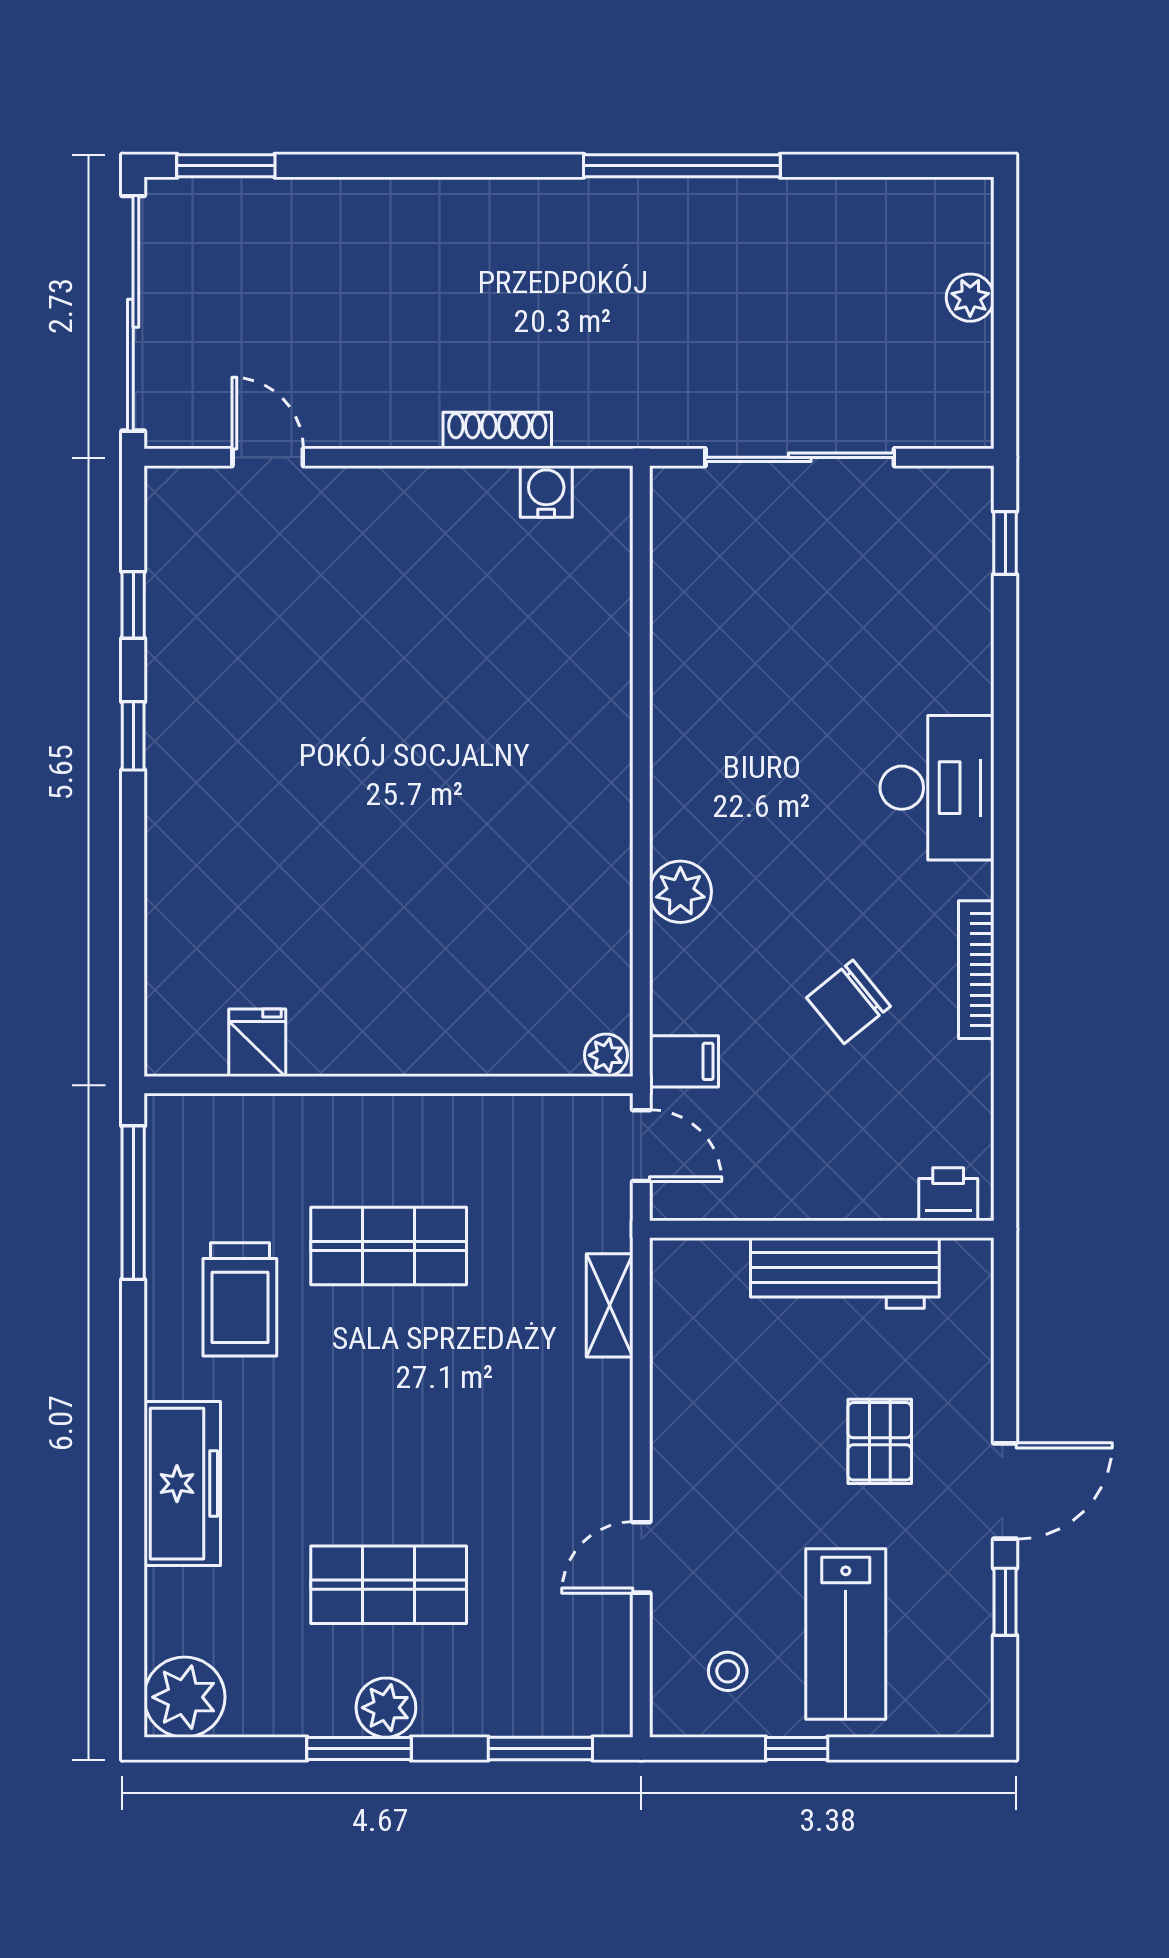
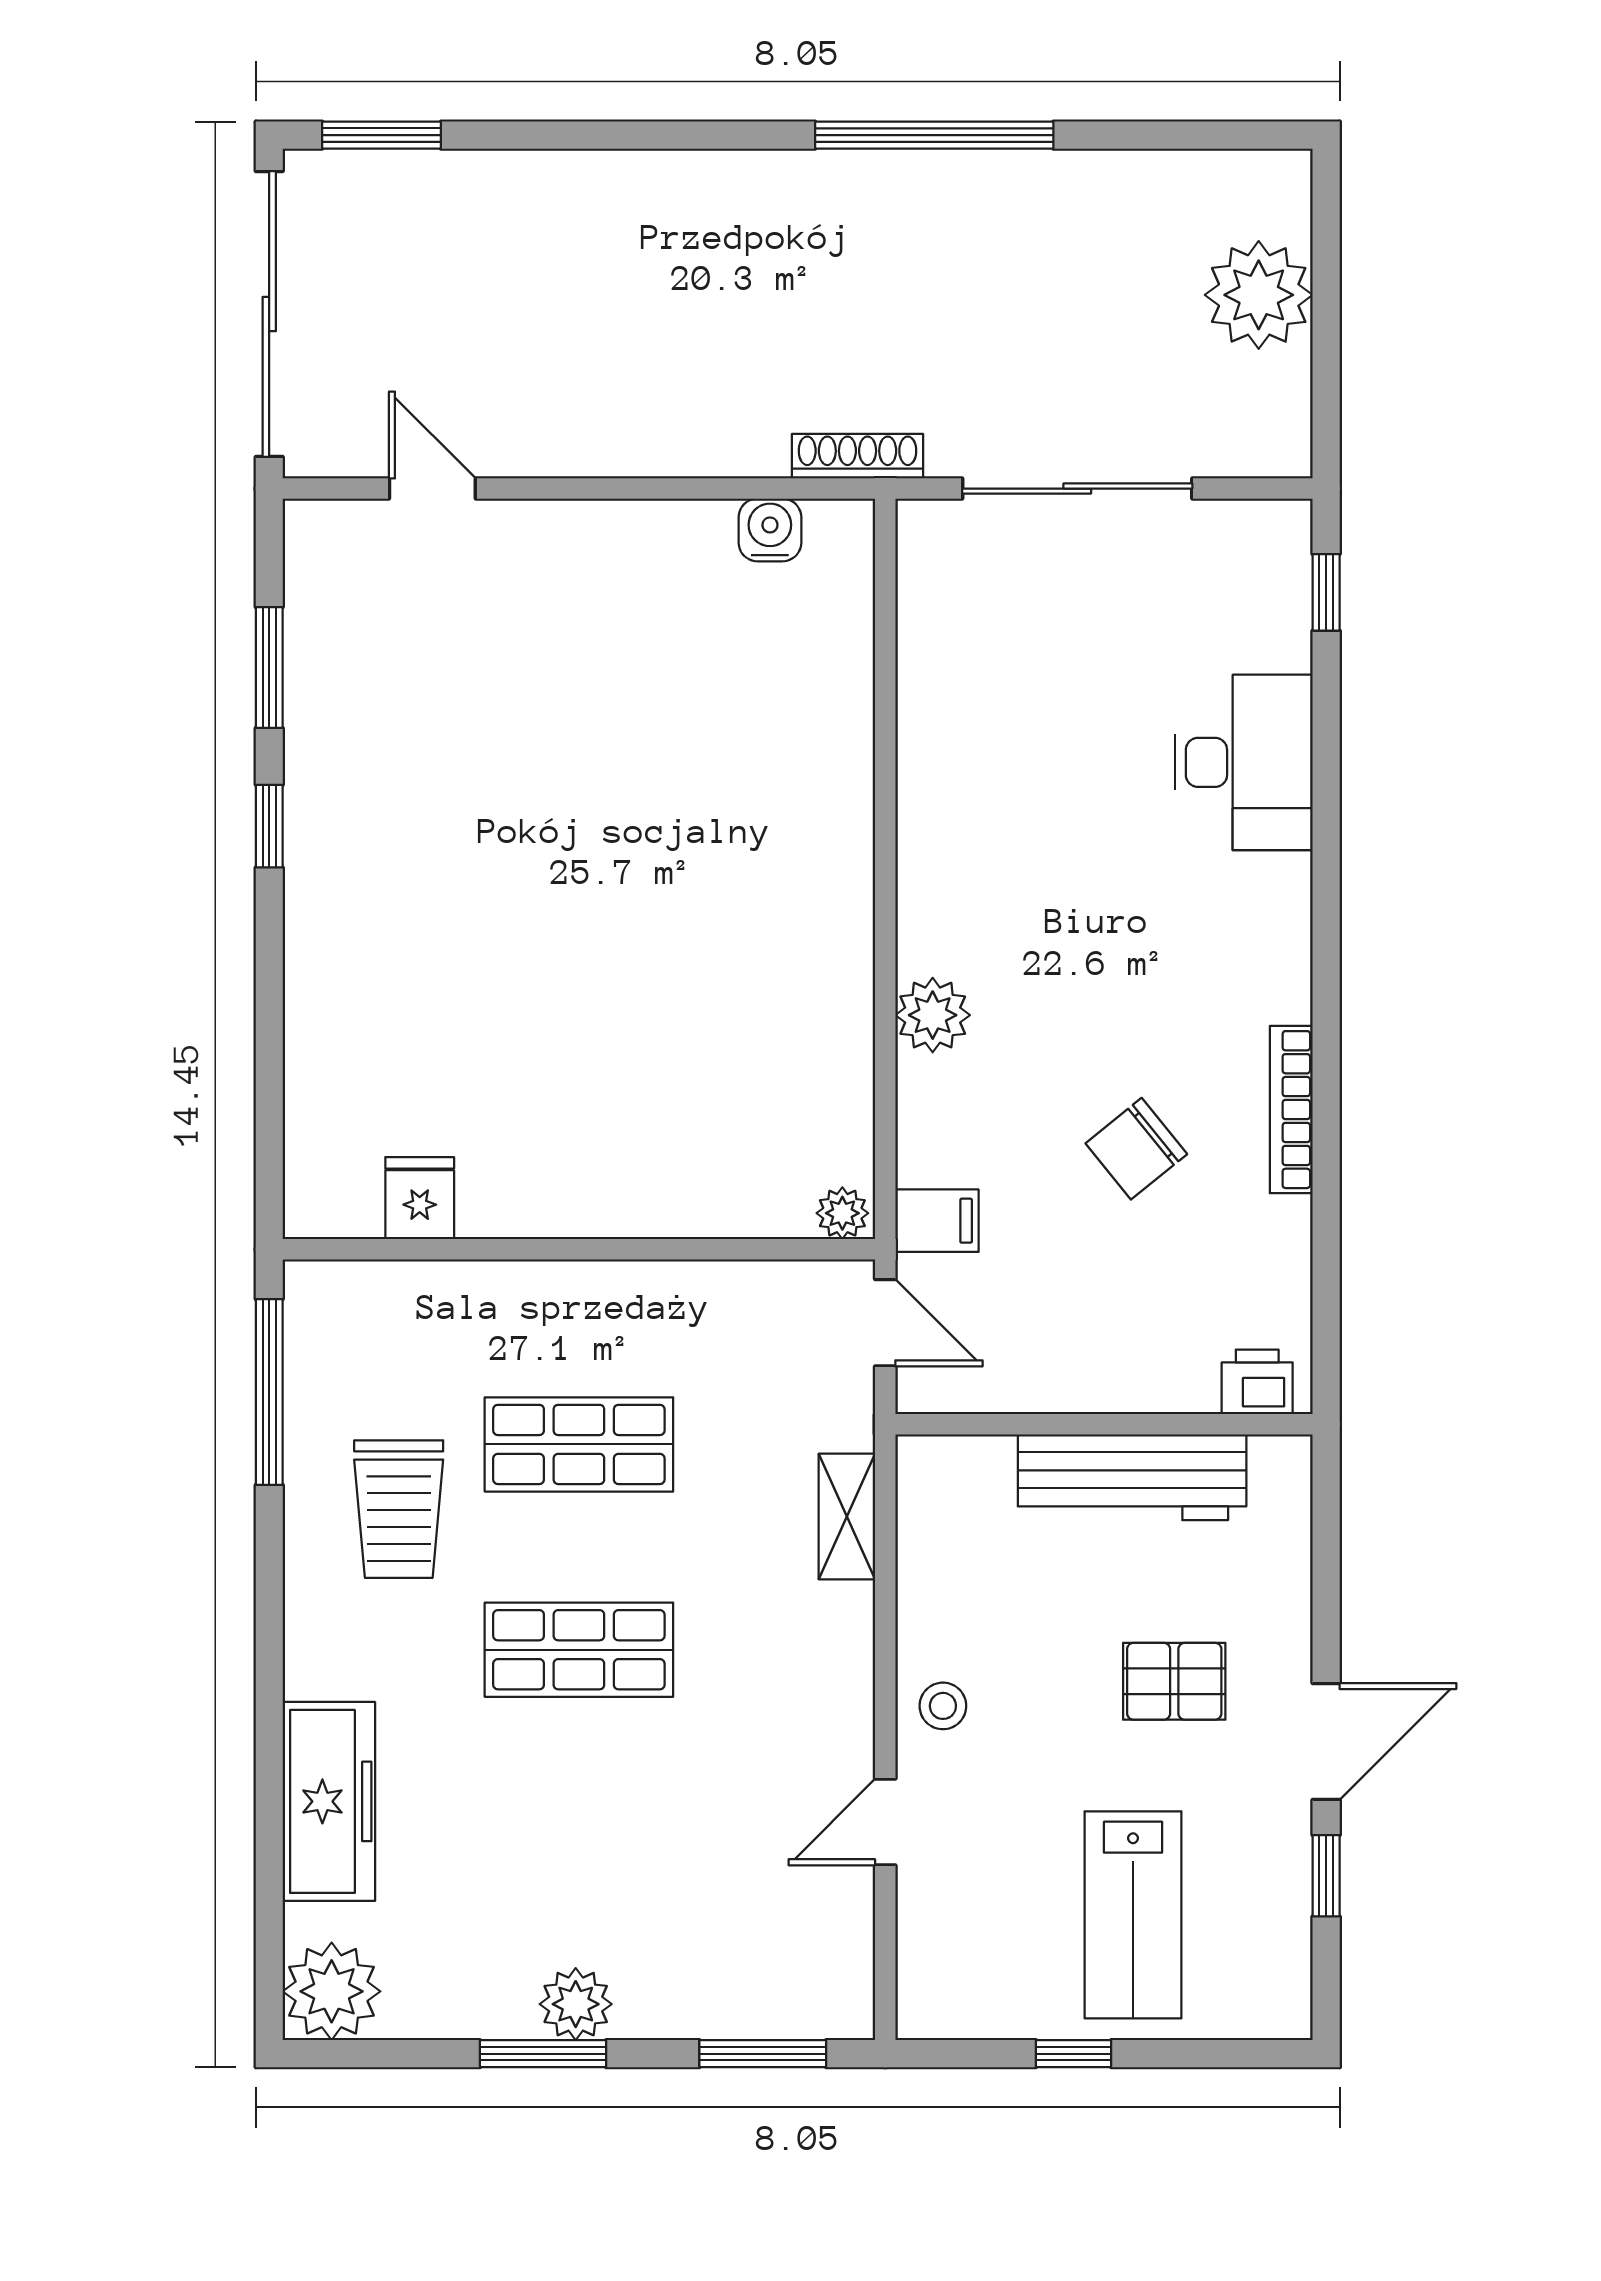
plant: (970, 298) -> (1259, 295), width x1.87, depth x1.87
shoe rack: (497, 431) -> (857, 456), moved
window: (133, 605) -> (269, 668), width x1.50
desk: (937, 788) -> (1244, 762), moved
pallet: (880, 1441) -> (1174, 1681), turned 90
freezer: (182, 1484) -> (329, 1801), moved
shop shelf: (389, 1585) -> (579, 1650), moved
stool: (728, 1671) -> (943, 1706), moved

